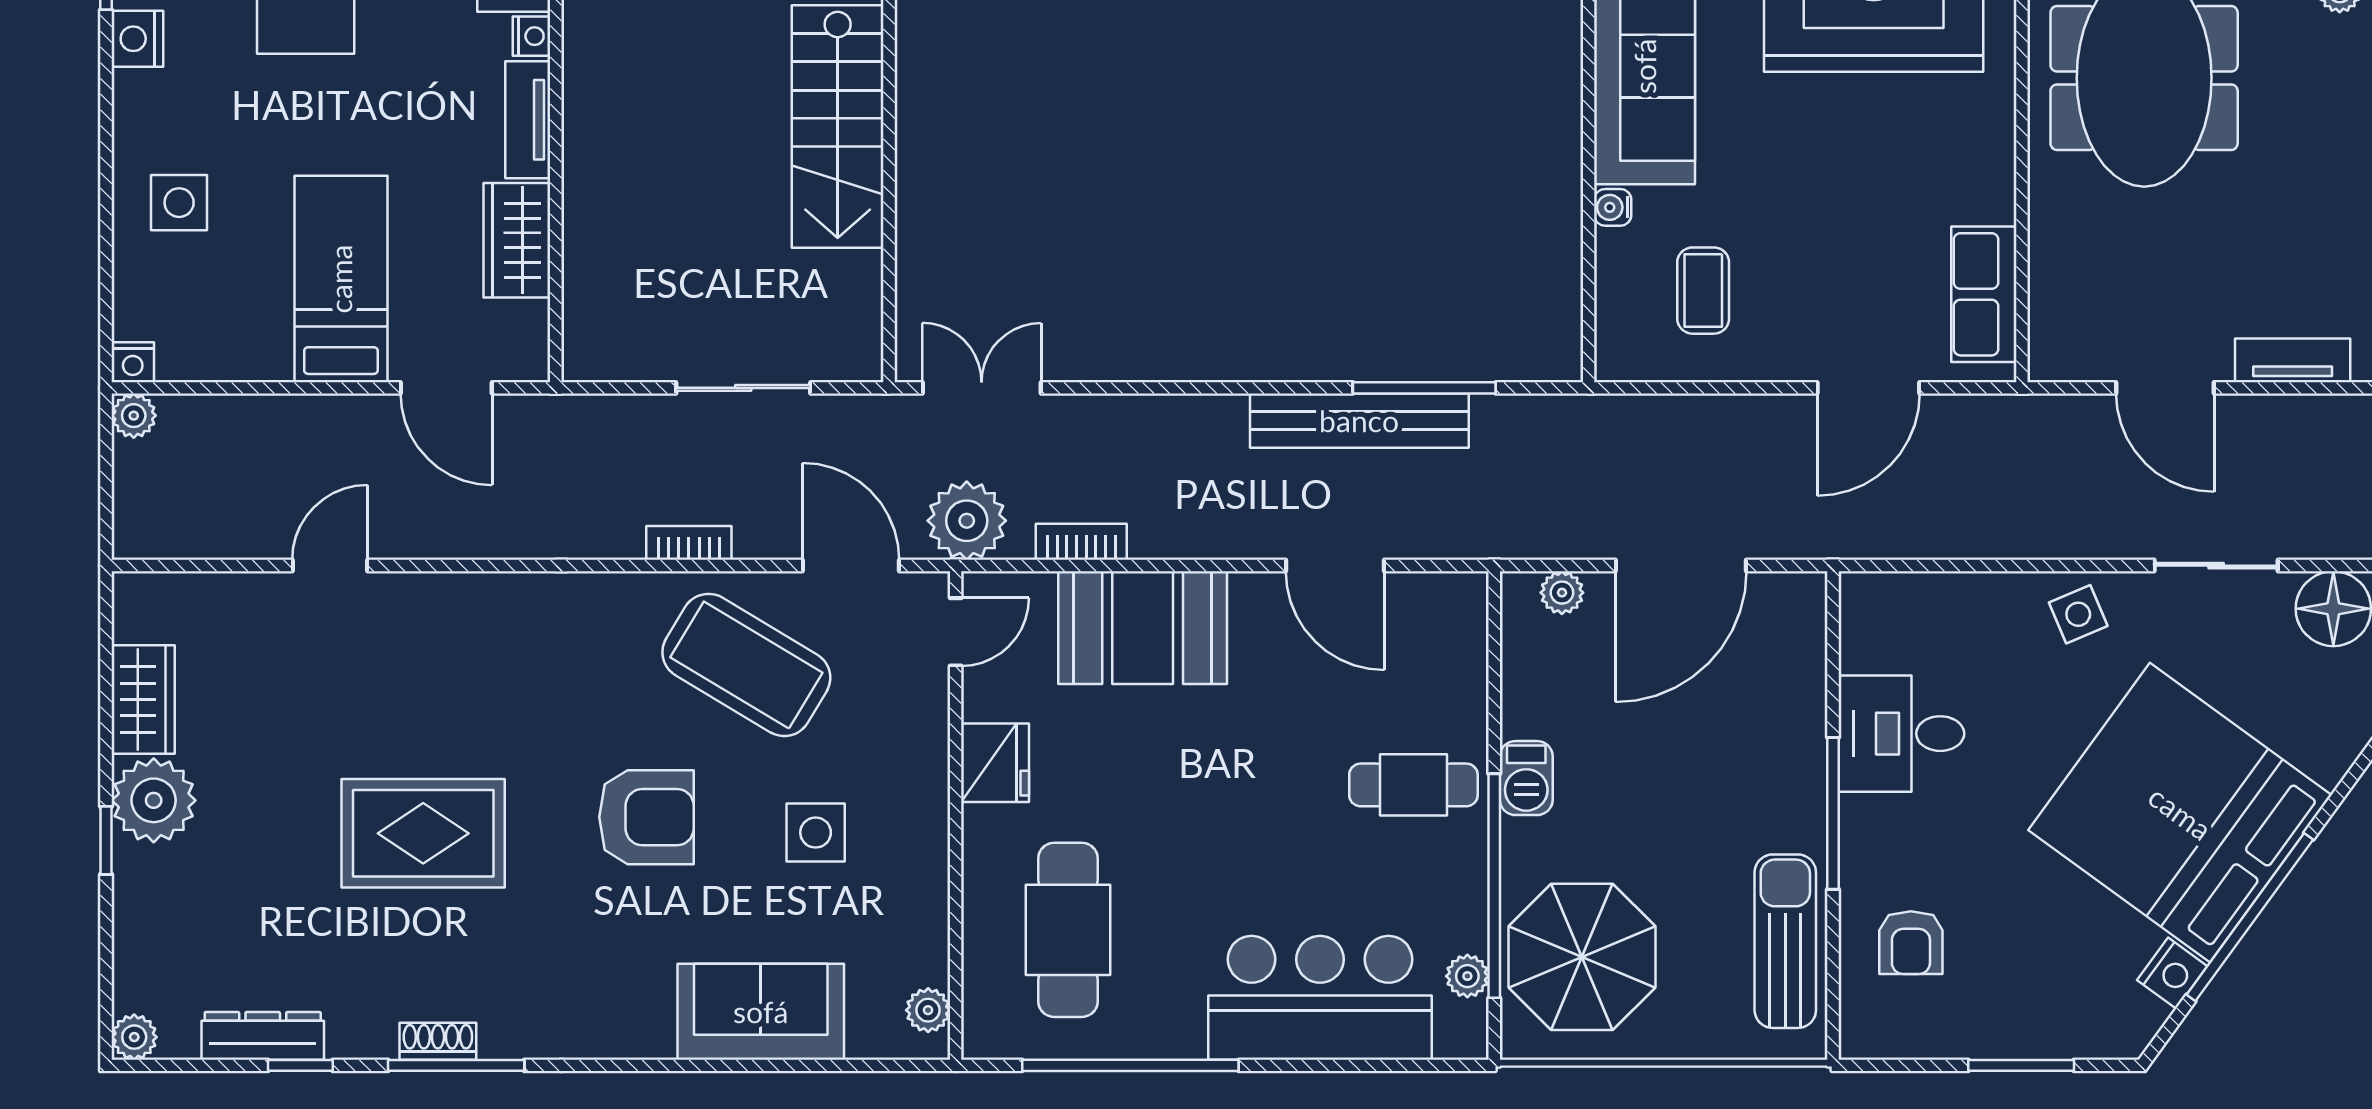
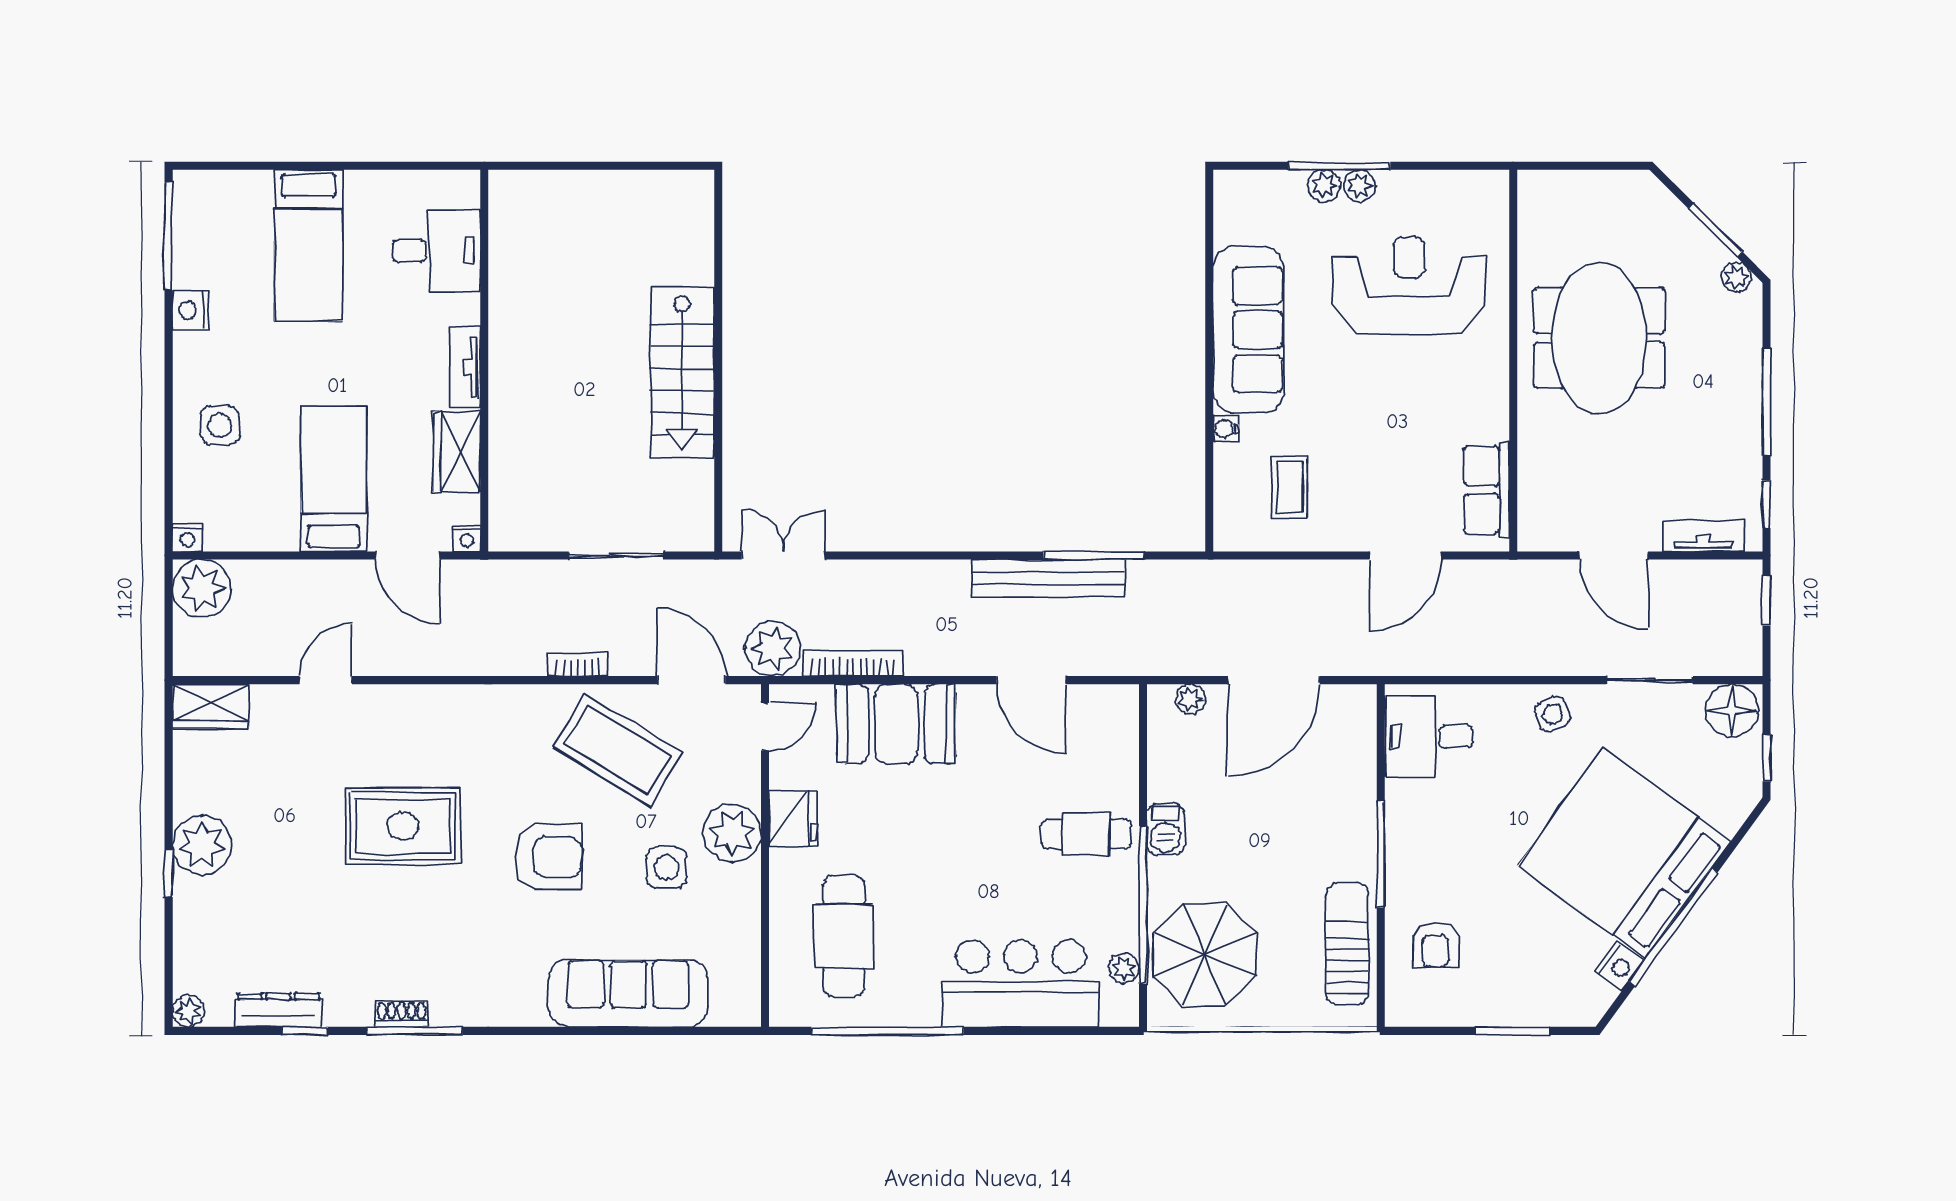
nightstand: (532, 36) -> (467, 538), moved, turned 90
plant: (134, 416) -> (202, 589), width x1.88, depth x1.88
bookcase: (1081, 542) -> (853, 664), width x1.56
wardrobe: (143, 699) -> (211, 706), moved, turned 90
desk: (1901, 734) -> (1429, 736), moved
rug: (423, 833) -> (403, 826), moved
plant: (928, 1010) -> (732, 833), moved, width x1.88, depth x1.88
sofa: (761, 1012) -> (628, 993), width x1.36

